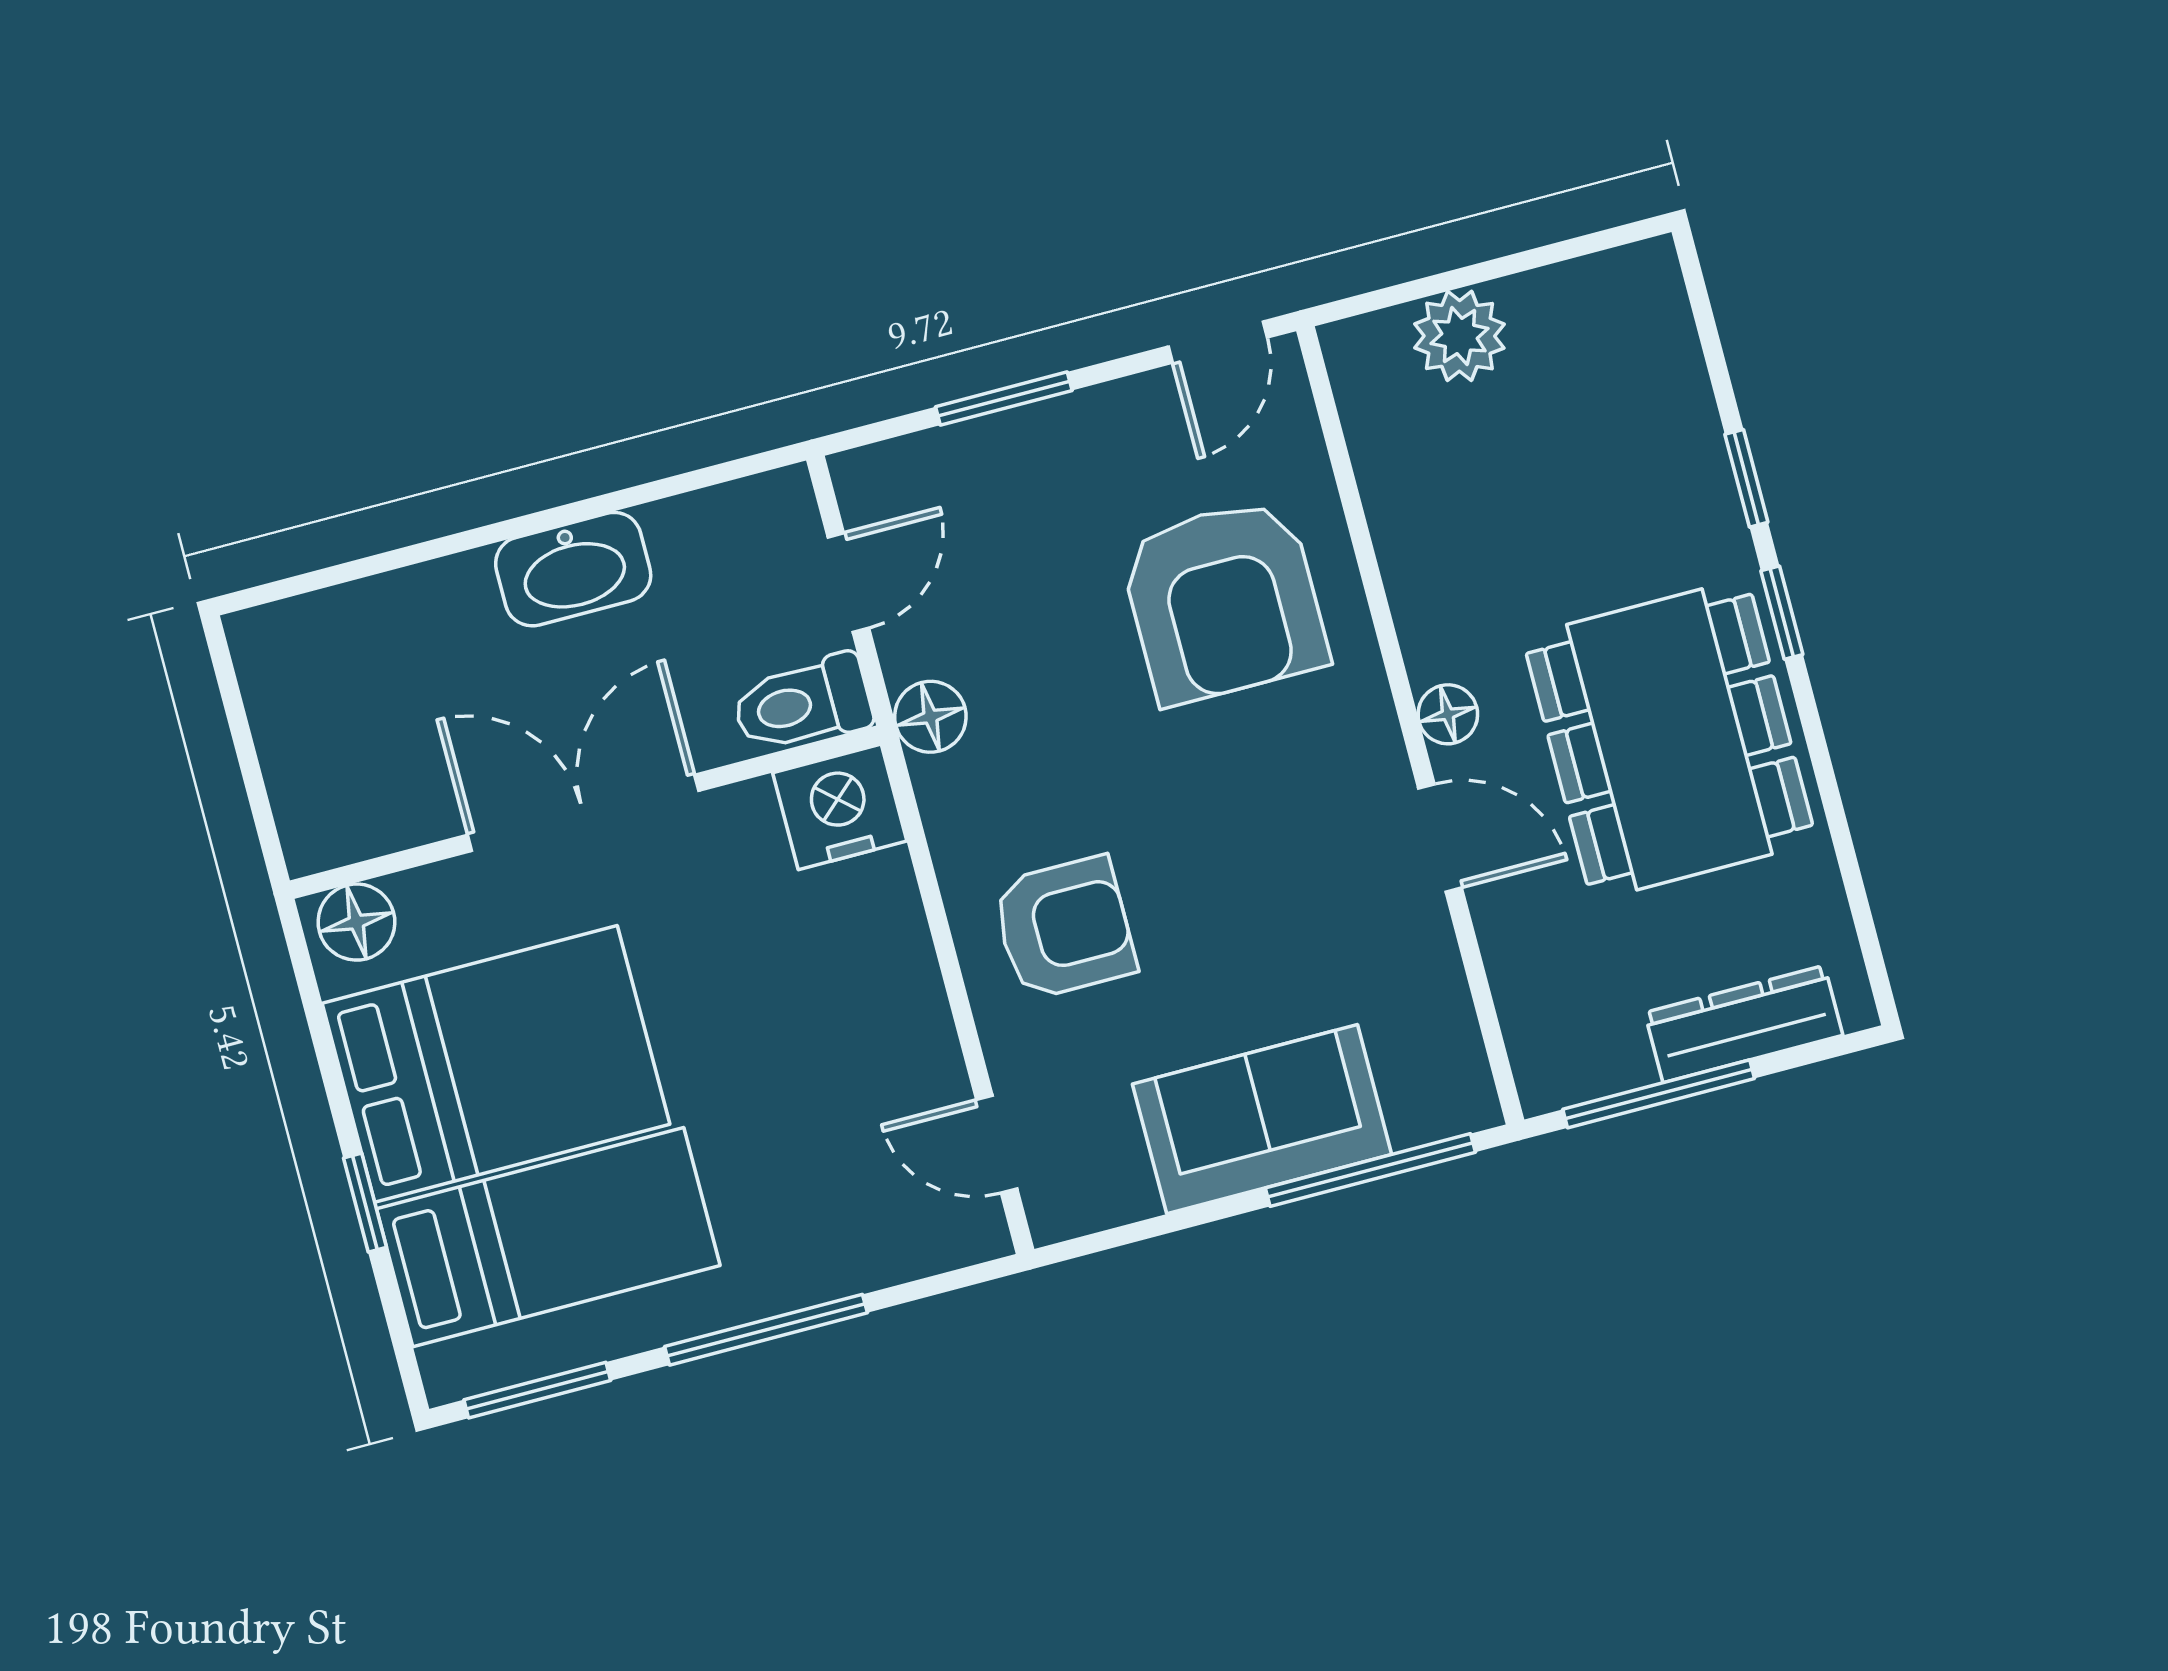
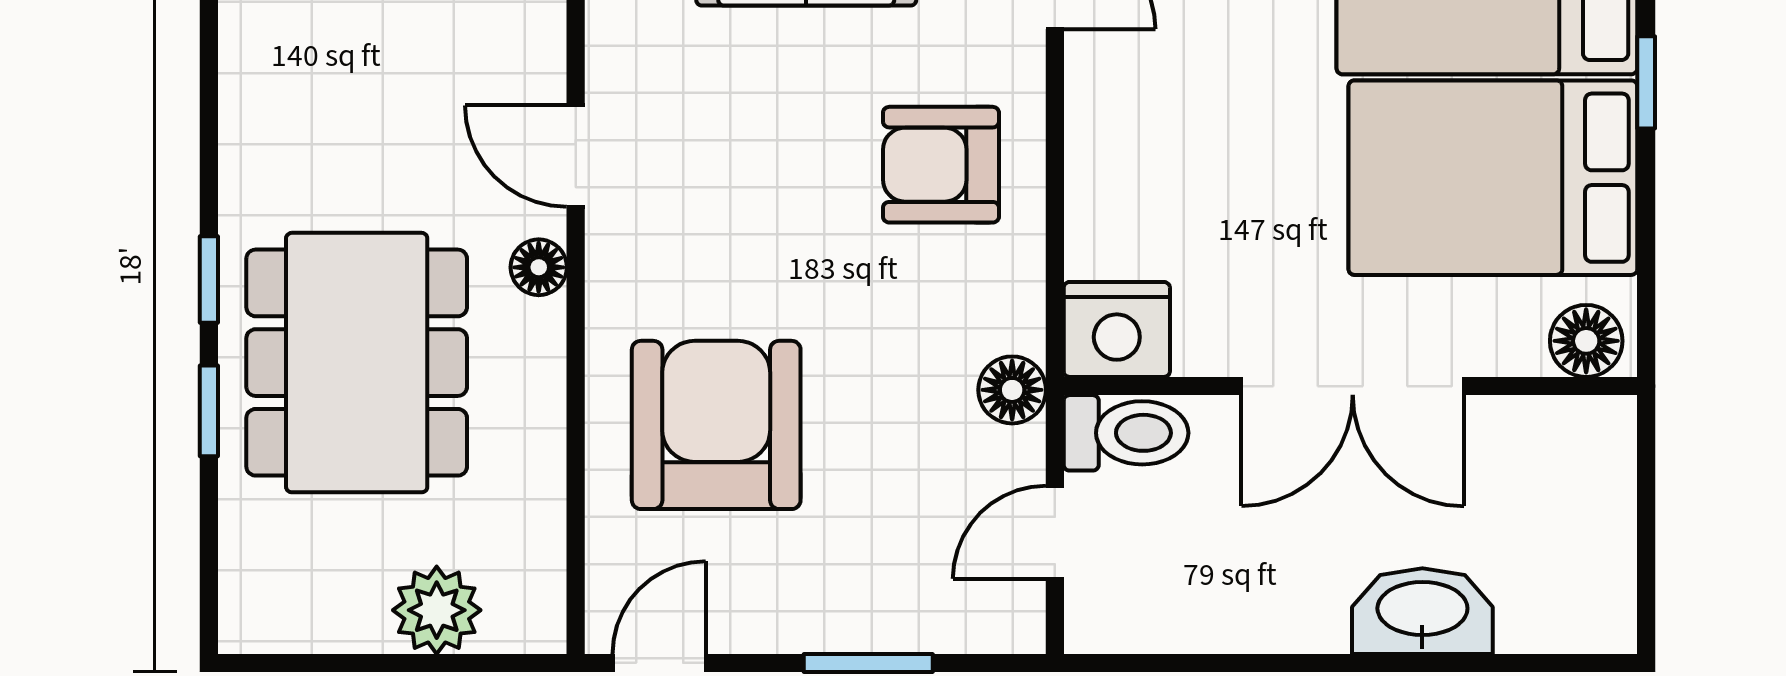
washbasin: (573, 569) -> (1422, 611), moved
dining table: (1669, 739) -> (357, 363), moved

